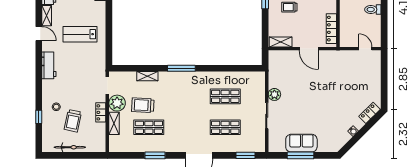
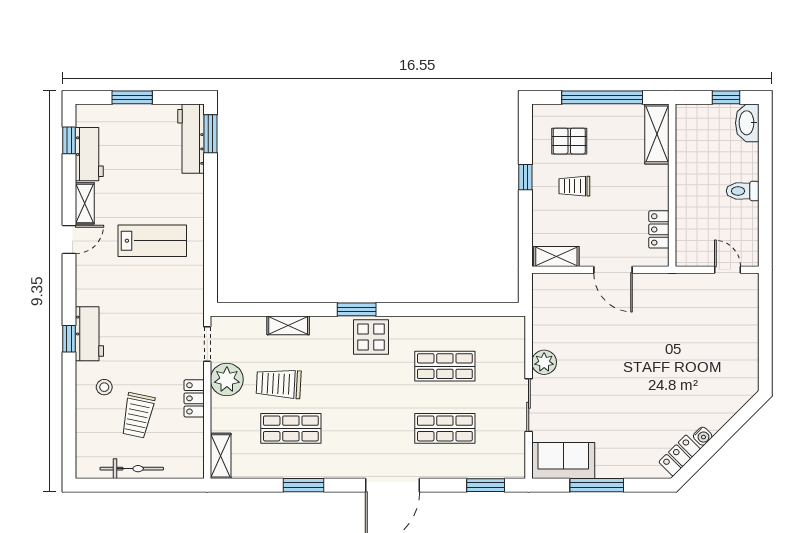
locker: (331, 29) -> (659, 229), width x0.66
door: (39, 34) -> (69, 239), hinge flipped
lab bench: (80, 34) -> (152, 241), turned 180
workbench: (49, 65) -> (89, 334), moved
window: (181, 68) -> (357, 309), width x0.69
display table: (189, 82) -> (371, 337), added
locker: (369, 113) -> (680, 456), moved
window: (39, 117) -> (69, 339), moved
shelving: (114, 123) -> (221, 456), moved
sofa: (301, 143) -> (563, 460), moved

